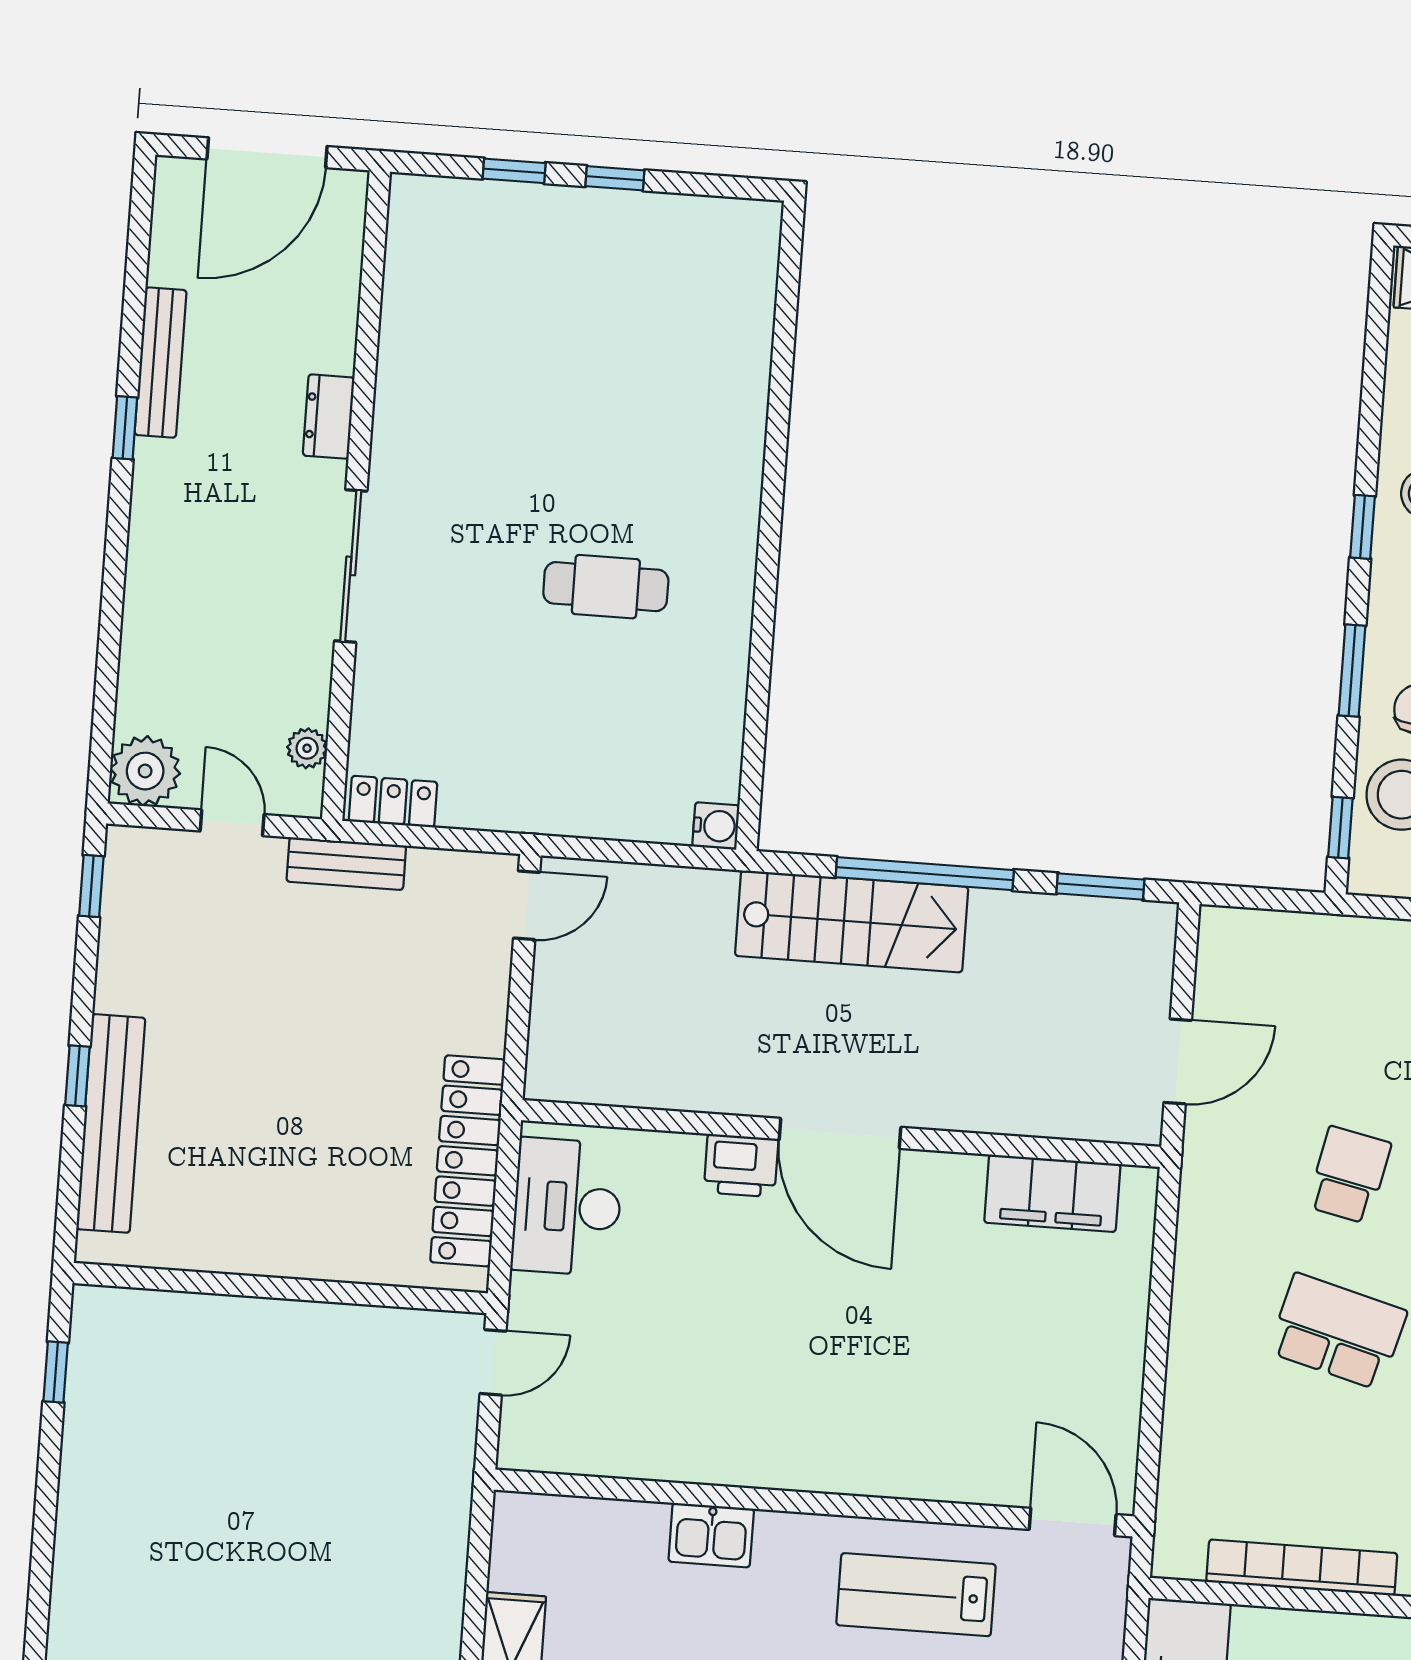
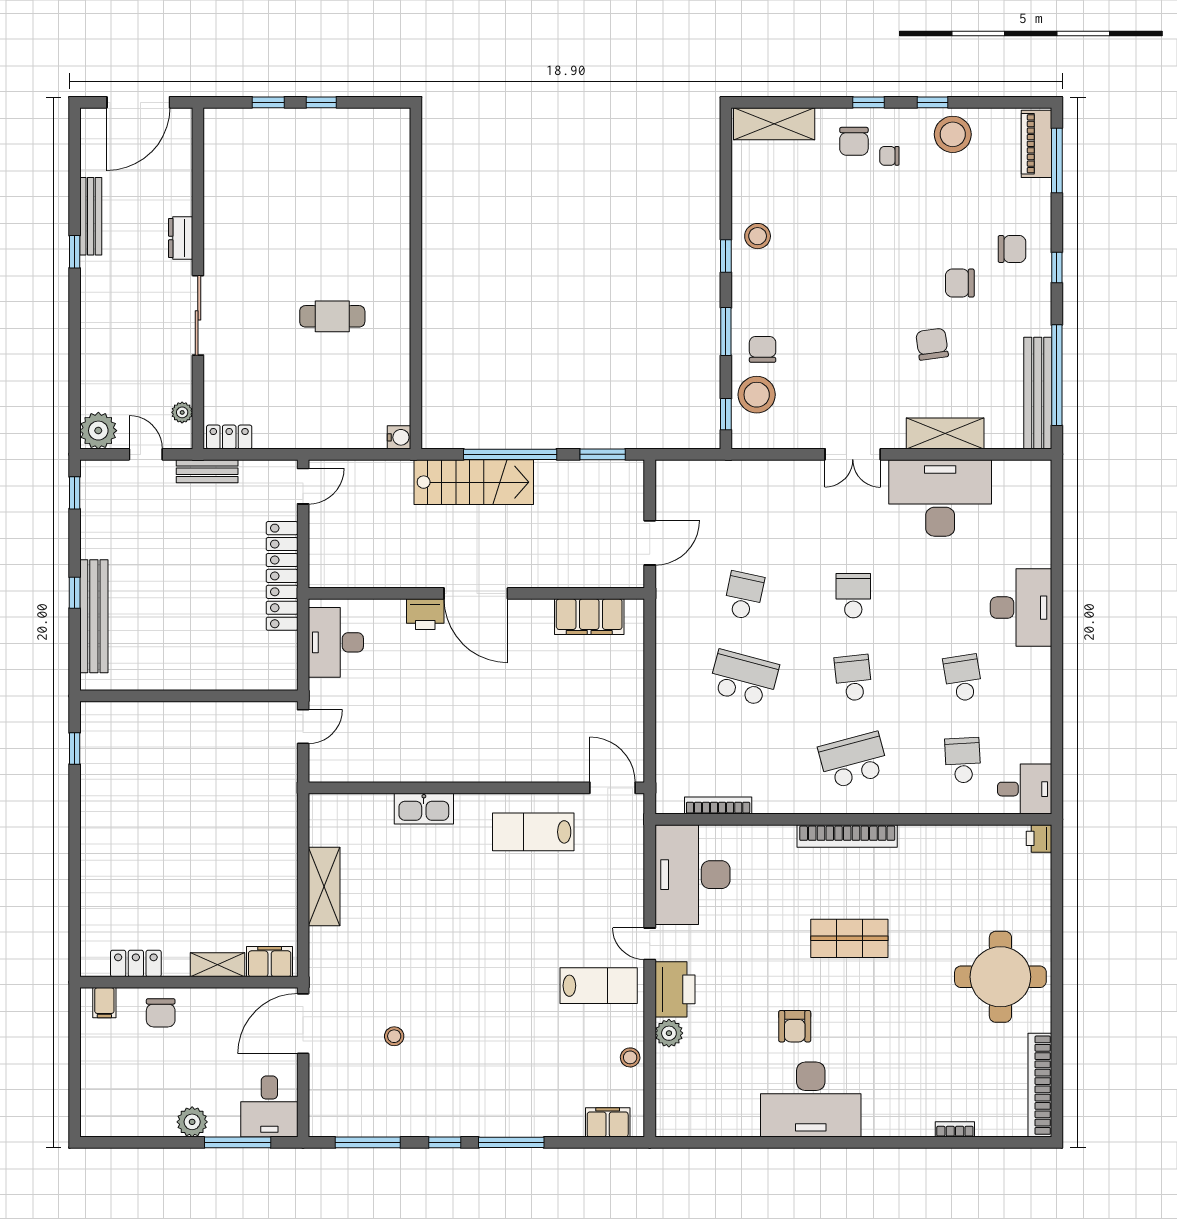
locker: (468, 1161) -> (282, 576), moved
kitchen sink: (711, 1535) -> (424, 809), width x1.38
bookcase: (1302, 1567) -> (718, 806), width x0.68, depth x0.76

